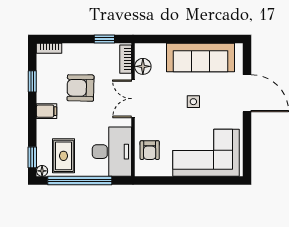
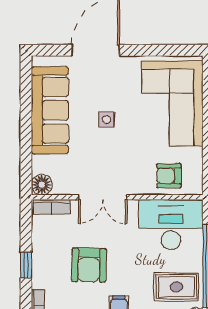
window: (104, 39) -> (26, 265), moved
floor lamp: (143, 66) -> (42, 185), moved
armchair: (150, 150) -> (169, 176), turned 180

